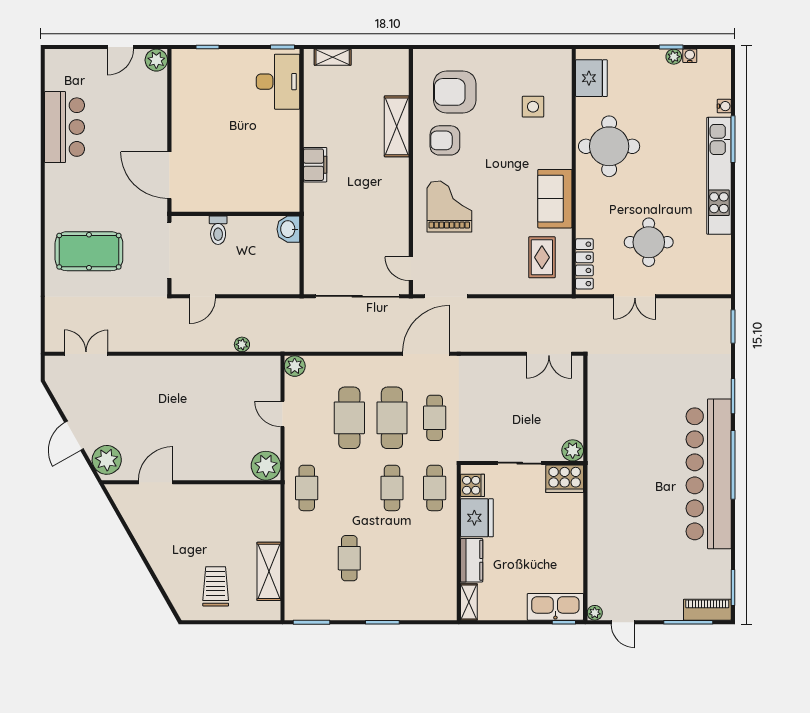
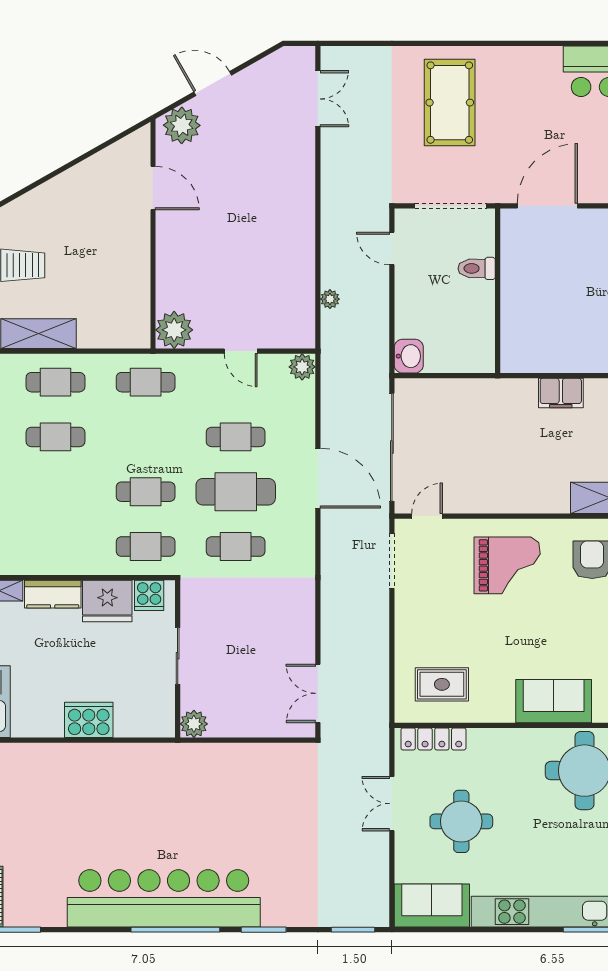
sofa: (555, 199) -> (554, 701), moved
washbasin: (288, 229) -> (409, 356), moved, turned 90
sofa: (714, 265) -> (432, 905), added
door: (426, 354) -> (318, 478), moved
door: (282, 414) -> (241, 351), swing flipped
cafe table: (349, 418) -> (236, 437), width x0.73, depth x0.74
cooker: (565, 479) -> (89, 720), moved, turned 90
cafe table: (307, 558) -> (55, 382), added

